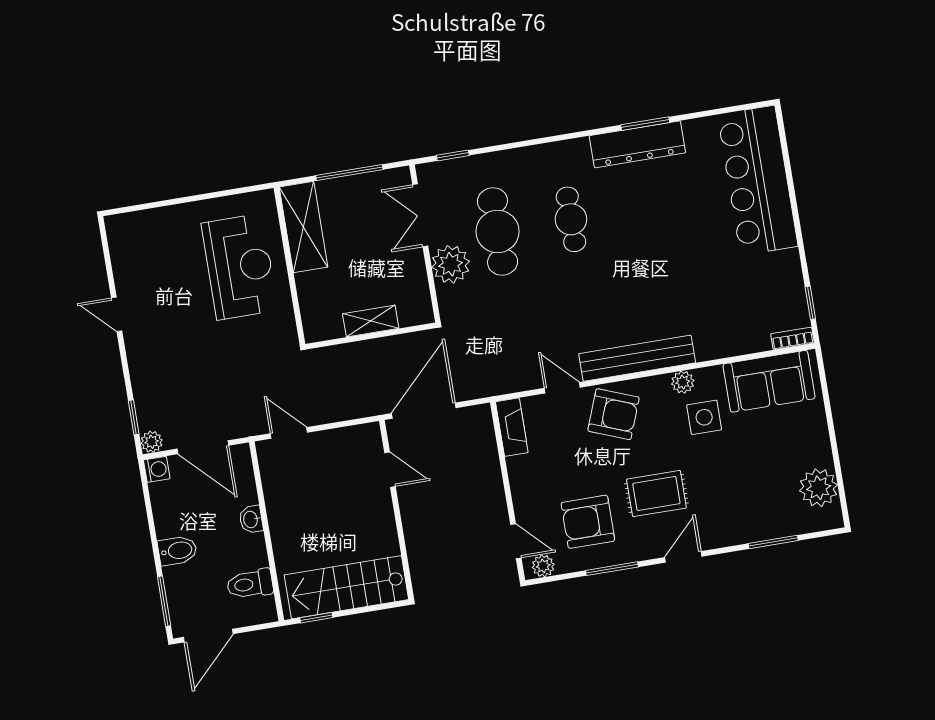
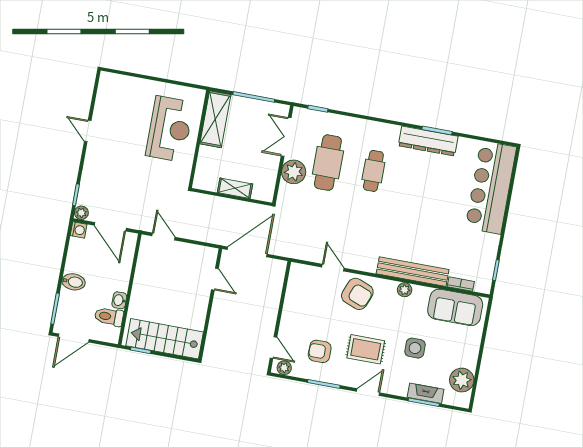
bookcase: (792, 338) -> (461, 284), moved
bench: (637, 358) -> (413, 272), moved
side table: (704, 417) -> (415, 348), moved
fireplace: (512, 427) -> (426, 393), moved, turned -90
washbasin: (251, 519) -> (119, 300), moved
armchair: (588, 522) -> (320, 351), width x0.72, depth x0.72

